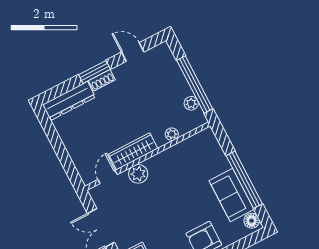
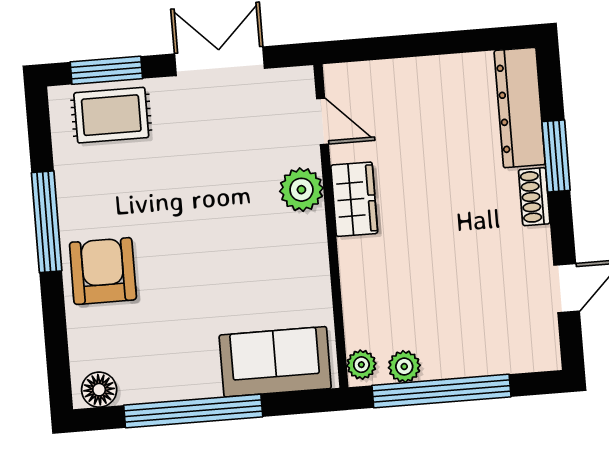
window: (94, 72) -> (556, 156), moved
plant: (172, 134) -> (361, 365), moved
wardrobe: (133, 151) -> (354, 199), width x0.67
sofa: (232, 195) -> (275, 362), moved

